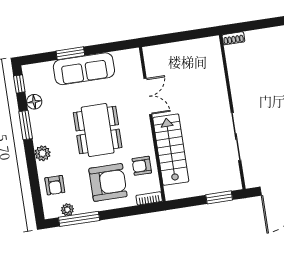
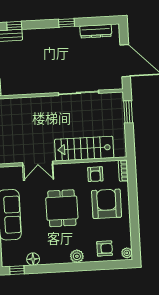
double door: (148, 96) -> (38, 163), swing flipped
window: (26, 125) -> (52, 268), removed
dining table: (98, 130) -> (62, 208), width x0.73
plant: (67, 210) -> (127, 253), moved
window: (79, 219) -> (135, 231), removed

